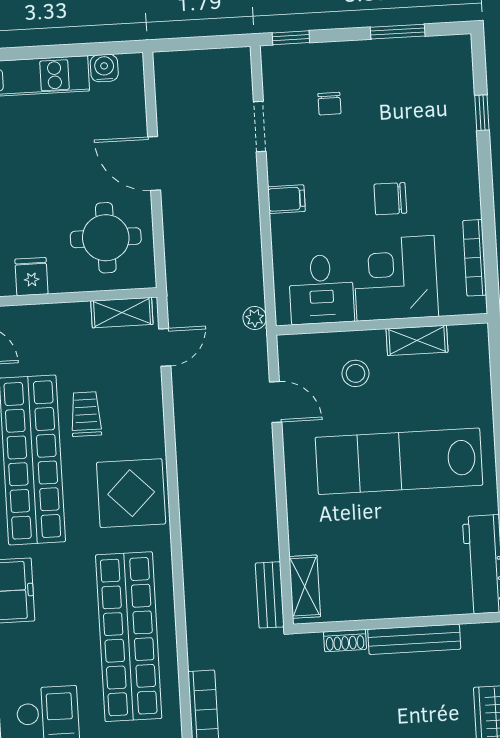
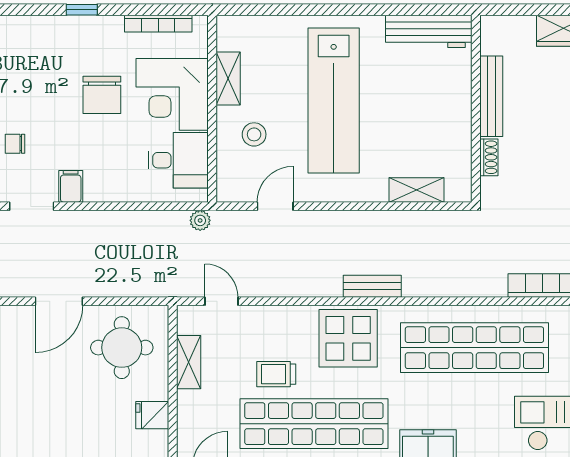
chair: (329, 104) -> (15, 144), turned 180
window: (482, 113) -> (82, 10), moved
filing cabinet: (287, 199) -> (71, 186), moved
chair: (390, 199) -> (102, 95), width x1.37, depth x1.37
shelving: (122, 313) -> (189, 362), moved
shelving: (305, 587) -> (416, 190), moved
bench: (270, 595) -> (372, 286), moved

